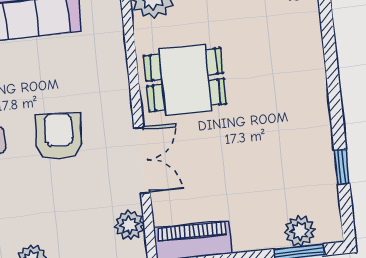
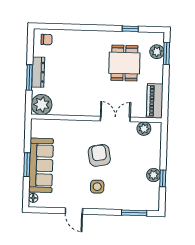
dining table: (185, 80) -> (124, 63), moved
armchair: (59, 136) -> (99, 155), turned 76

